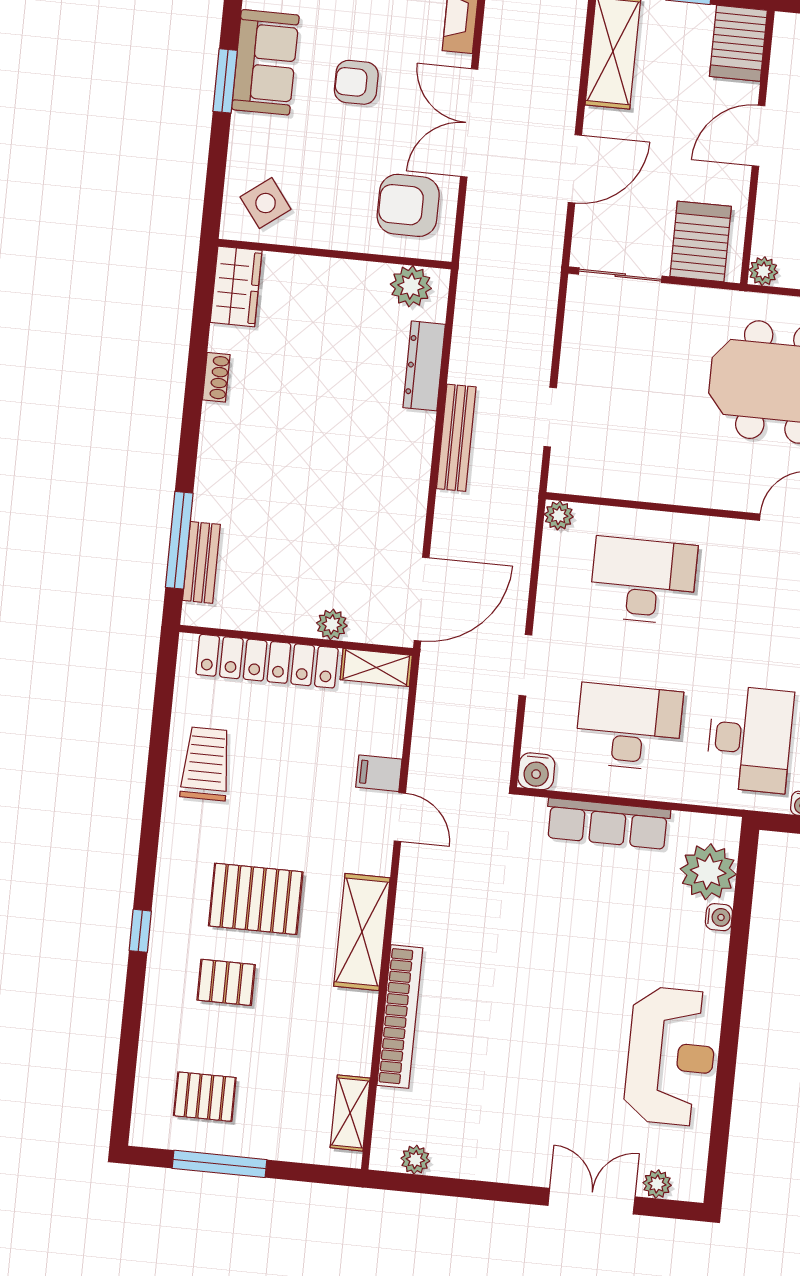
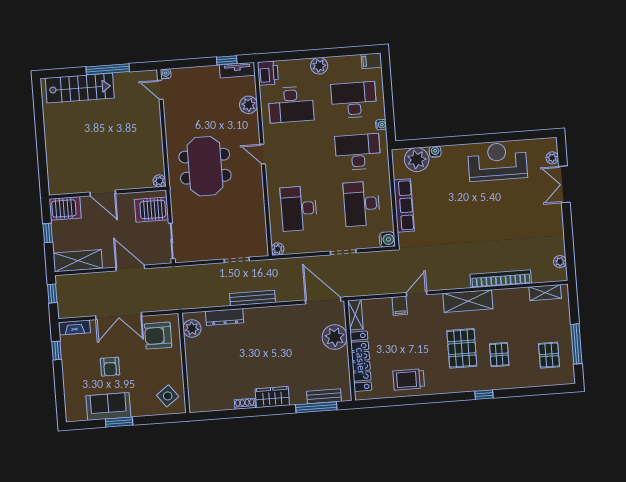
armchair: (408, 205) -> (158, 336), turned 90
wardrobe: (236, 286) -> (272, 397), moved
plant: (332, 624) -> (335, 337), width x1.88, depth x1.88

